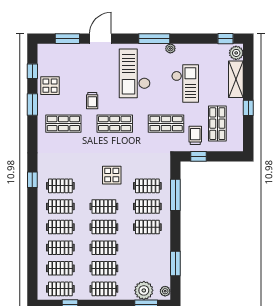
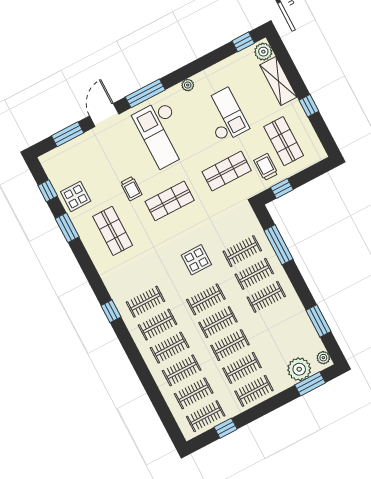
window: (154, 39) -> (145, 93), moved
shop shelf: (63, 124) -> (113, 231), turned 90

